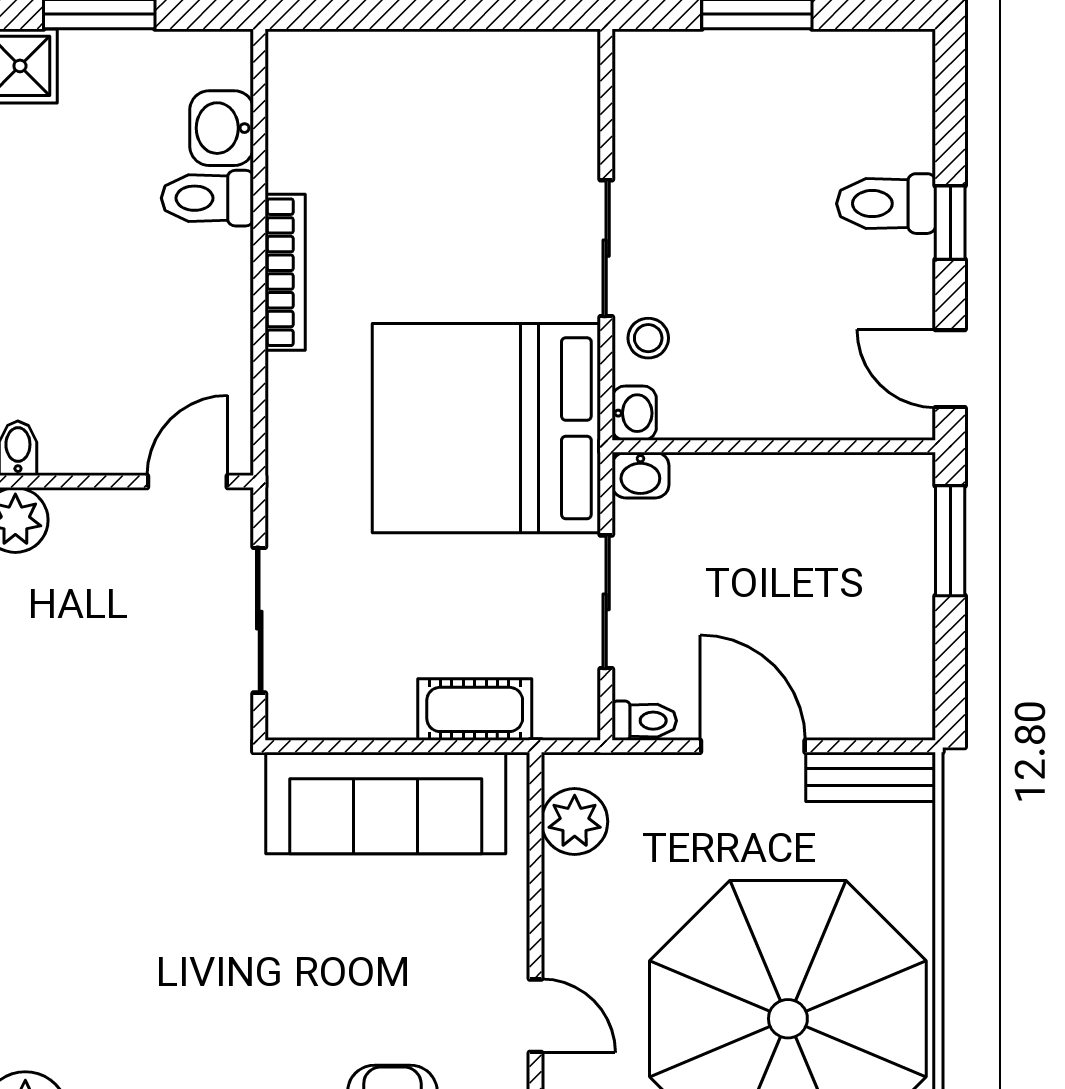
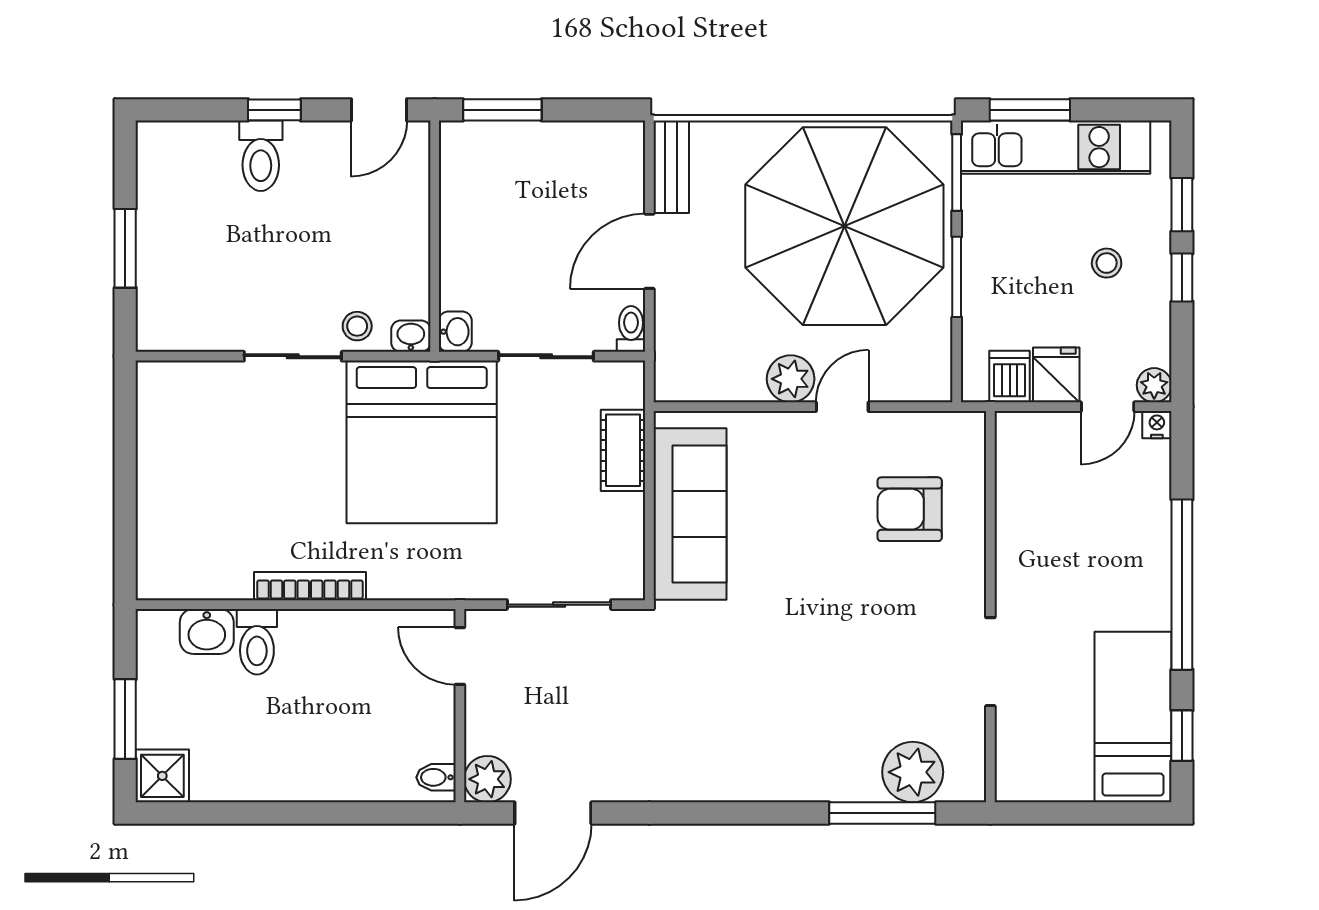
plant: (575, 822) -> (791, 379), moved

